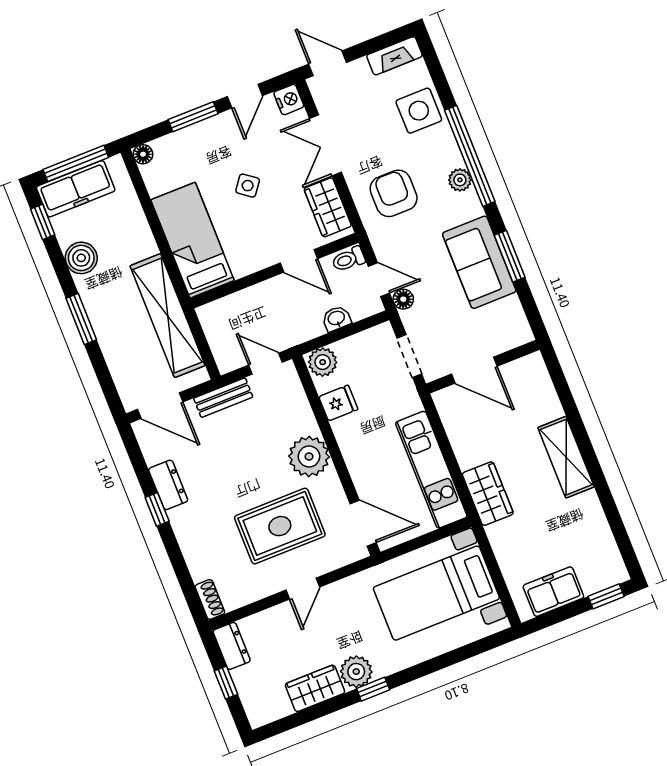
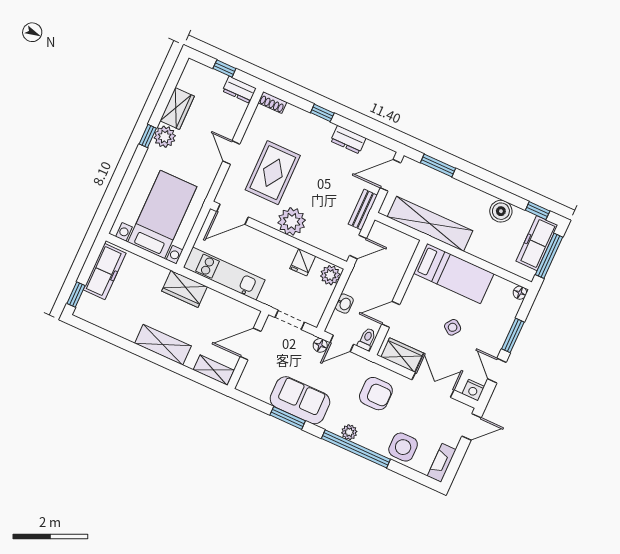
window: (81, 319) -> (438, 165), moved
shelving: (539, 380) -> (214, 370), added
window: (157, 509) -> (322, 113), moved
freezer: (553, 592) -> (105, 271), width x1.40

